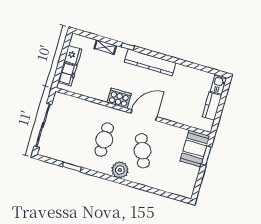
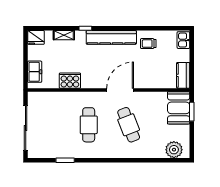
fridge: (73, 55) -> (36, 37), moved, turned 90
trolley: (184, 79) -> (148, 44), added
cooker: (119, 98) -> (70, 81), moved
kitchen counter: (212, 106) -> (183, 75), moved
plant: (120, 170) -> (174, 150), moved

